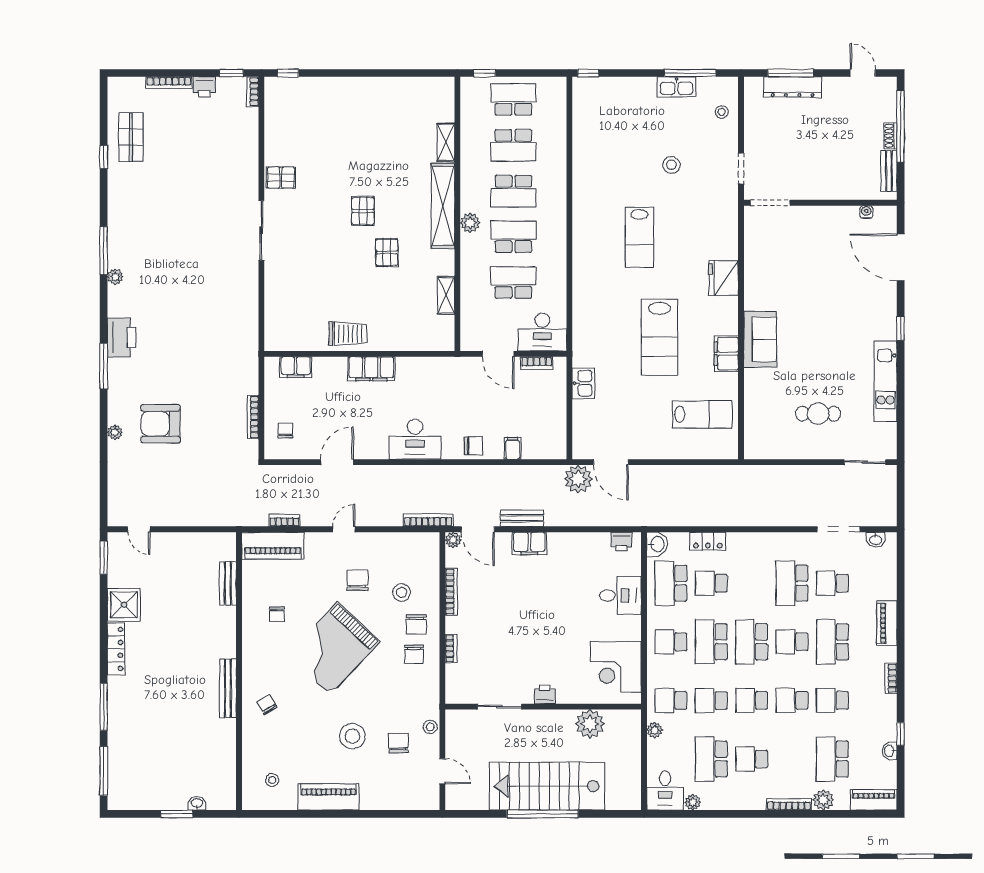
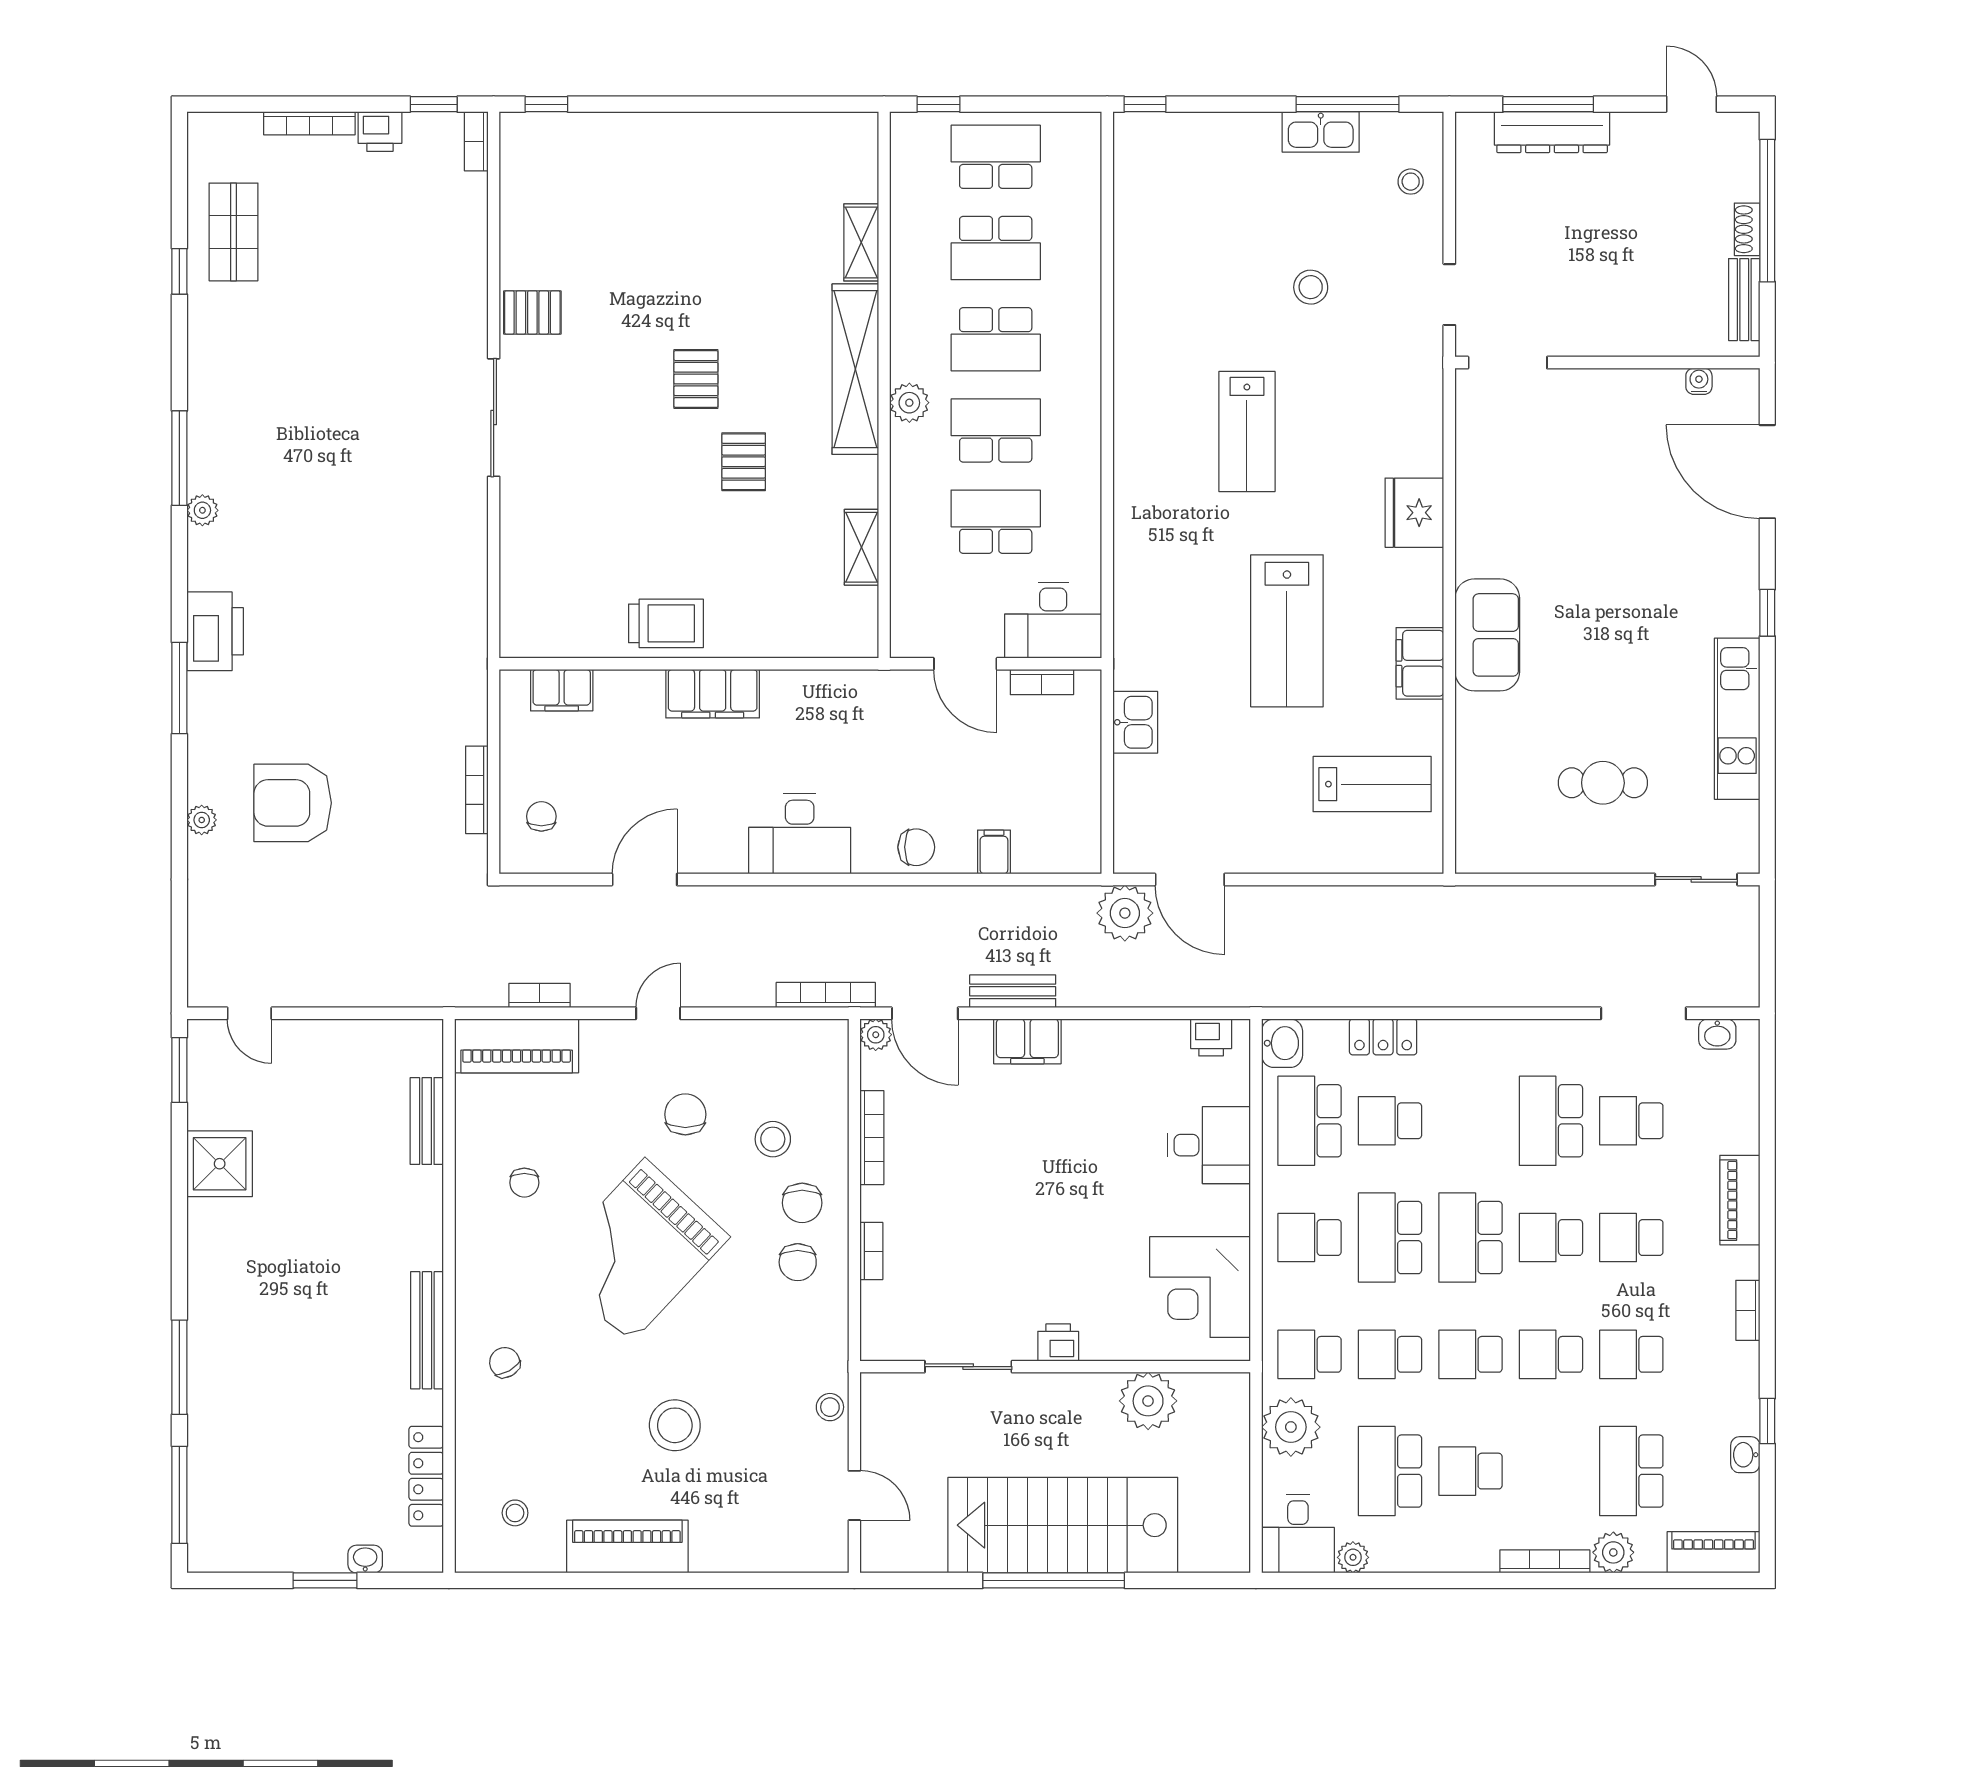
school desk: (832, 642) -> (1631, 1238), width x0.54
locker: (116, 649) -> (426, 1476), moved, turned 180
plant: (655, 730) -> (1291, 1427), width x1.87, depth x1.87
chair: (399, 743) -> (767, 1439), removed

